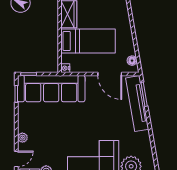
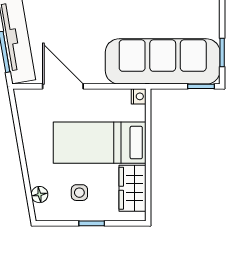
side table: (100, 12) -> (79, 193), added
floor lamp: (132, 61) -> (39, 195), moved

